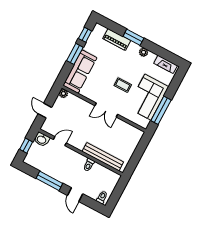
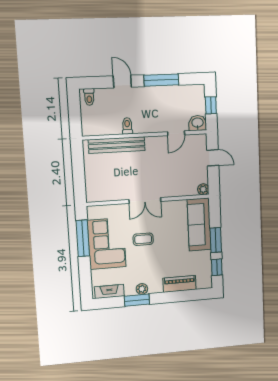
window: (133, 37) -> (137, 300), moved
double door: (106, 110) -> (145, 200), swing flipped

